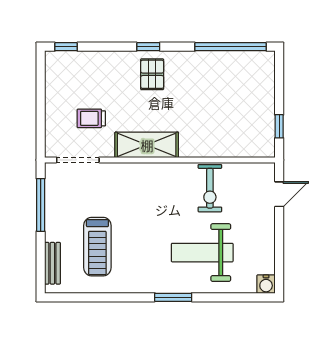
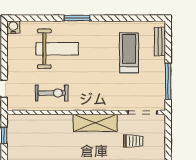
exercise bike: (210, 188) -> (52, 93), turned 90

